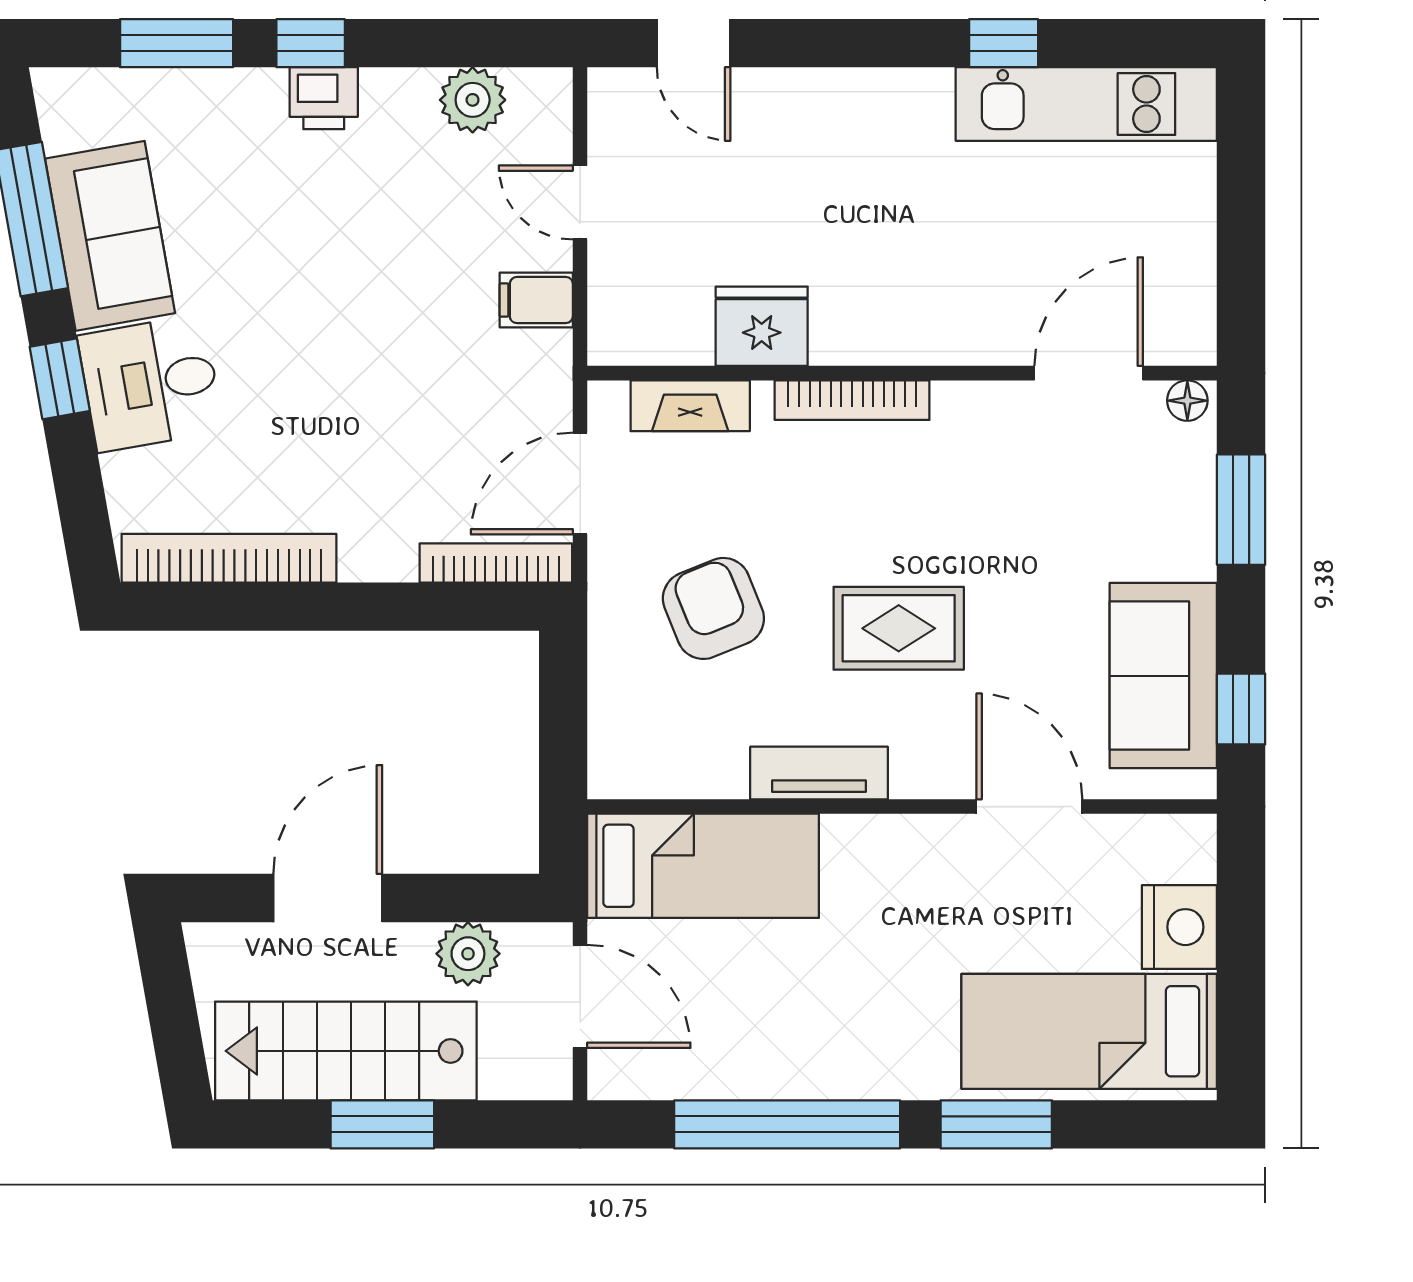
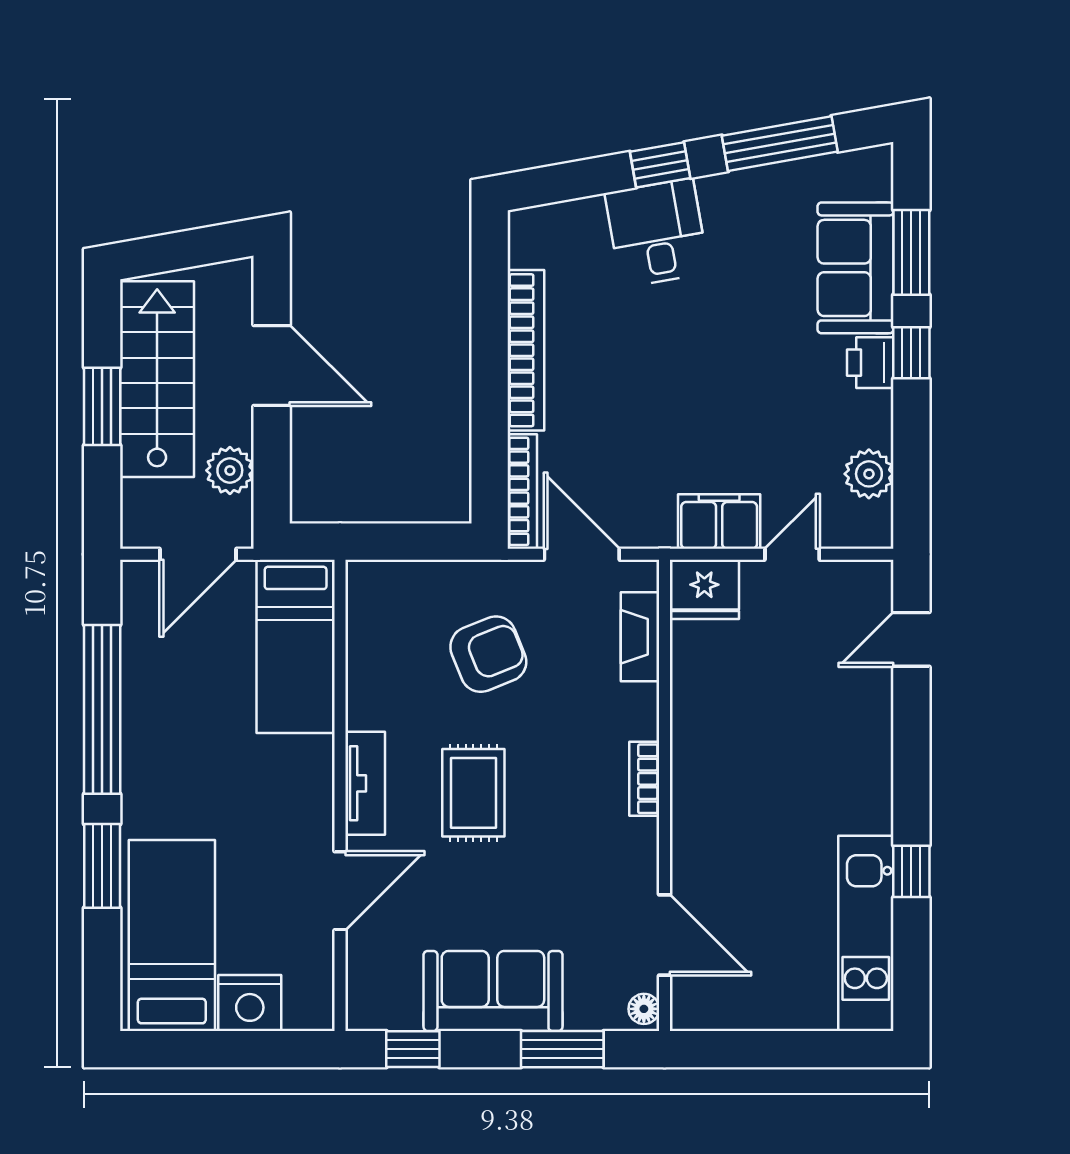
sofa: (110, 236) -> (856, 268), moved, turned 100
filing cabinet: (536, 300) -> (719, 522), width x2.00
fridge: (762, 326) -> (704, 589), moved, turned 90
bookcase: (852, 400) -> (644, 779), width x0.64
bookcase: (229, 558) -> (526, 350), moved
sofa: (1163, 676) -> (493, 991), moved
tv unit: (819, 773) -> (365, 783), moved

